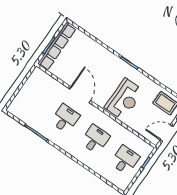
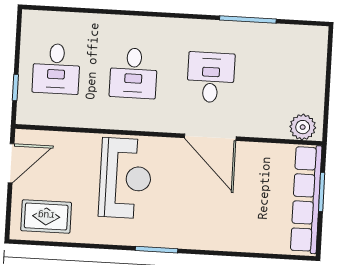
plant: (41, 76) -> (303, 127), added
reception desk: (124, 99) -> (125, 178), turned 180
desk: (65, 119) -> (211, 77), turned 180

